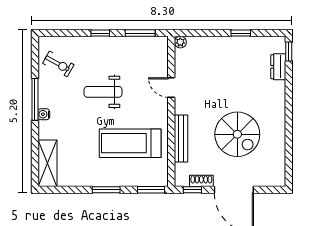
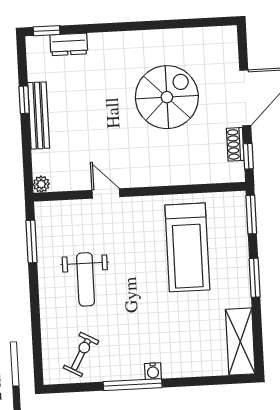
window: (100, 33) -> (34, 298), removed
door: (171, 88) -> (106, 194), swing flipped
weight bench: (103, 92) -> (86, 279), moved
bench: (181, 139) -> (39, 115), moved, turned 90
shelving: (47, 163) -> (240, 342), moved, turned 90

